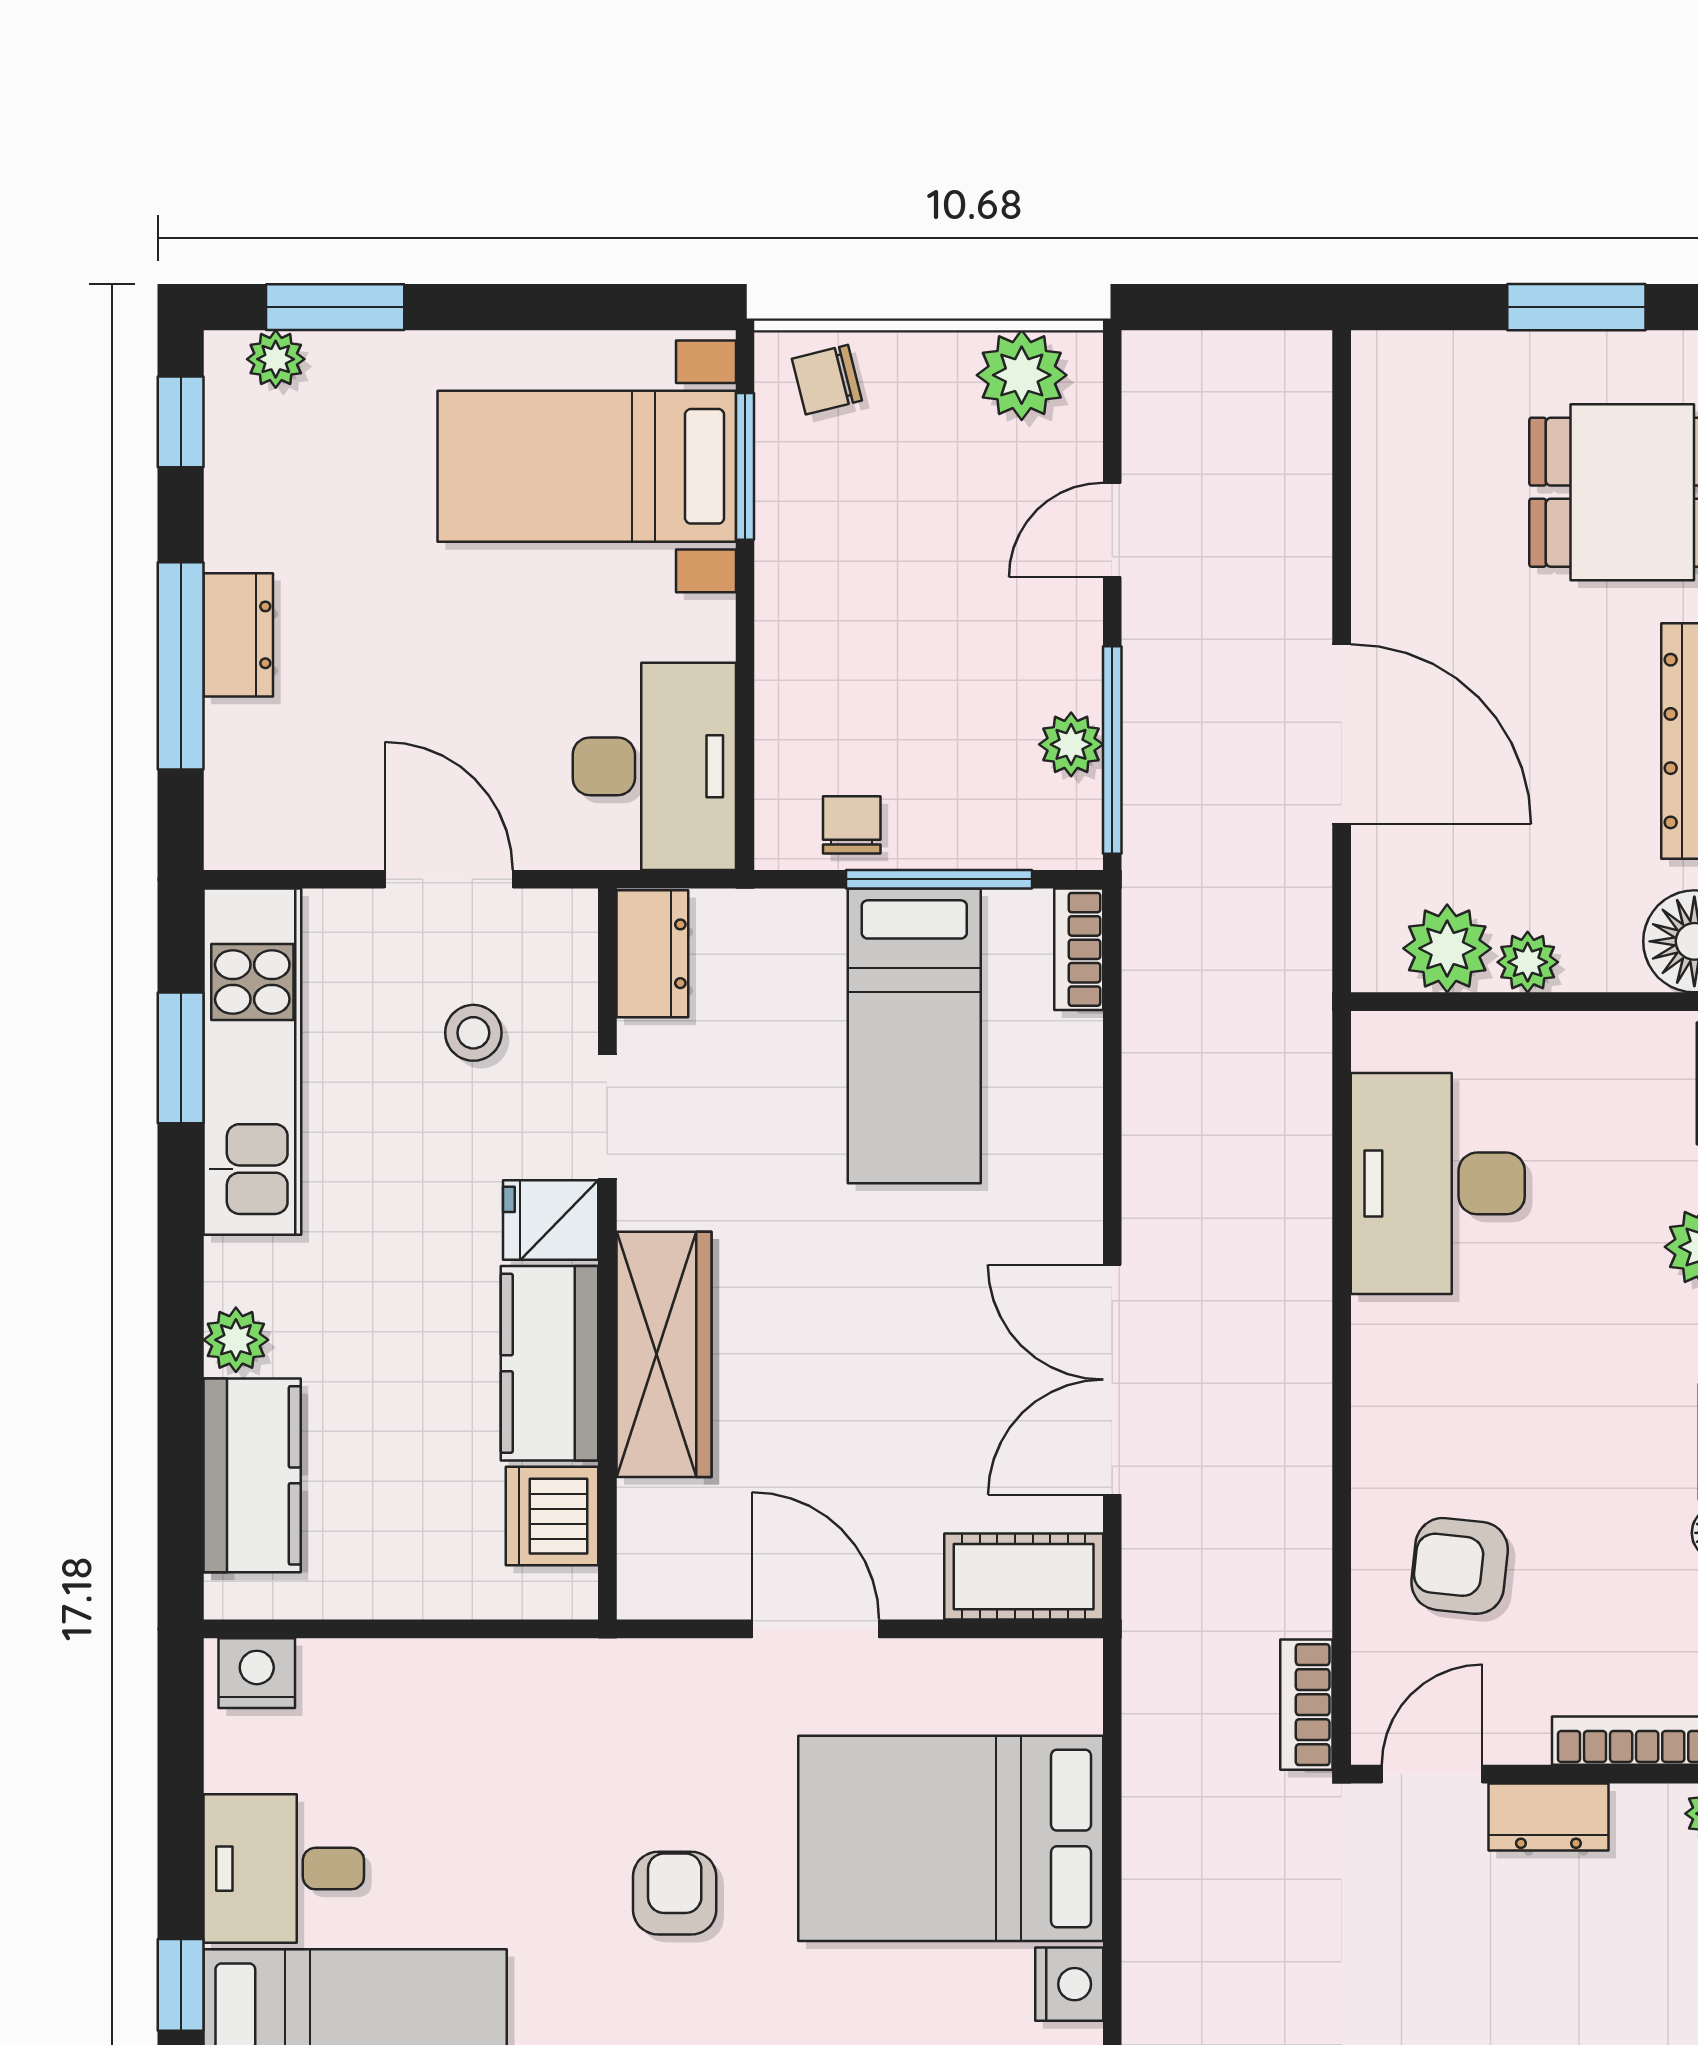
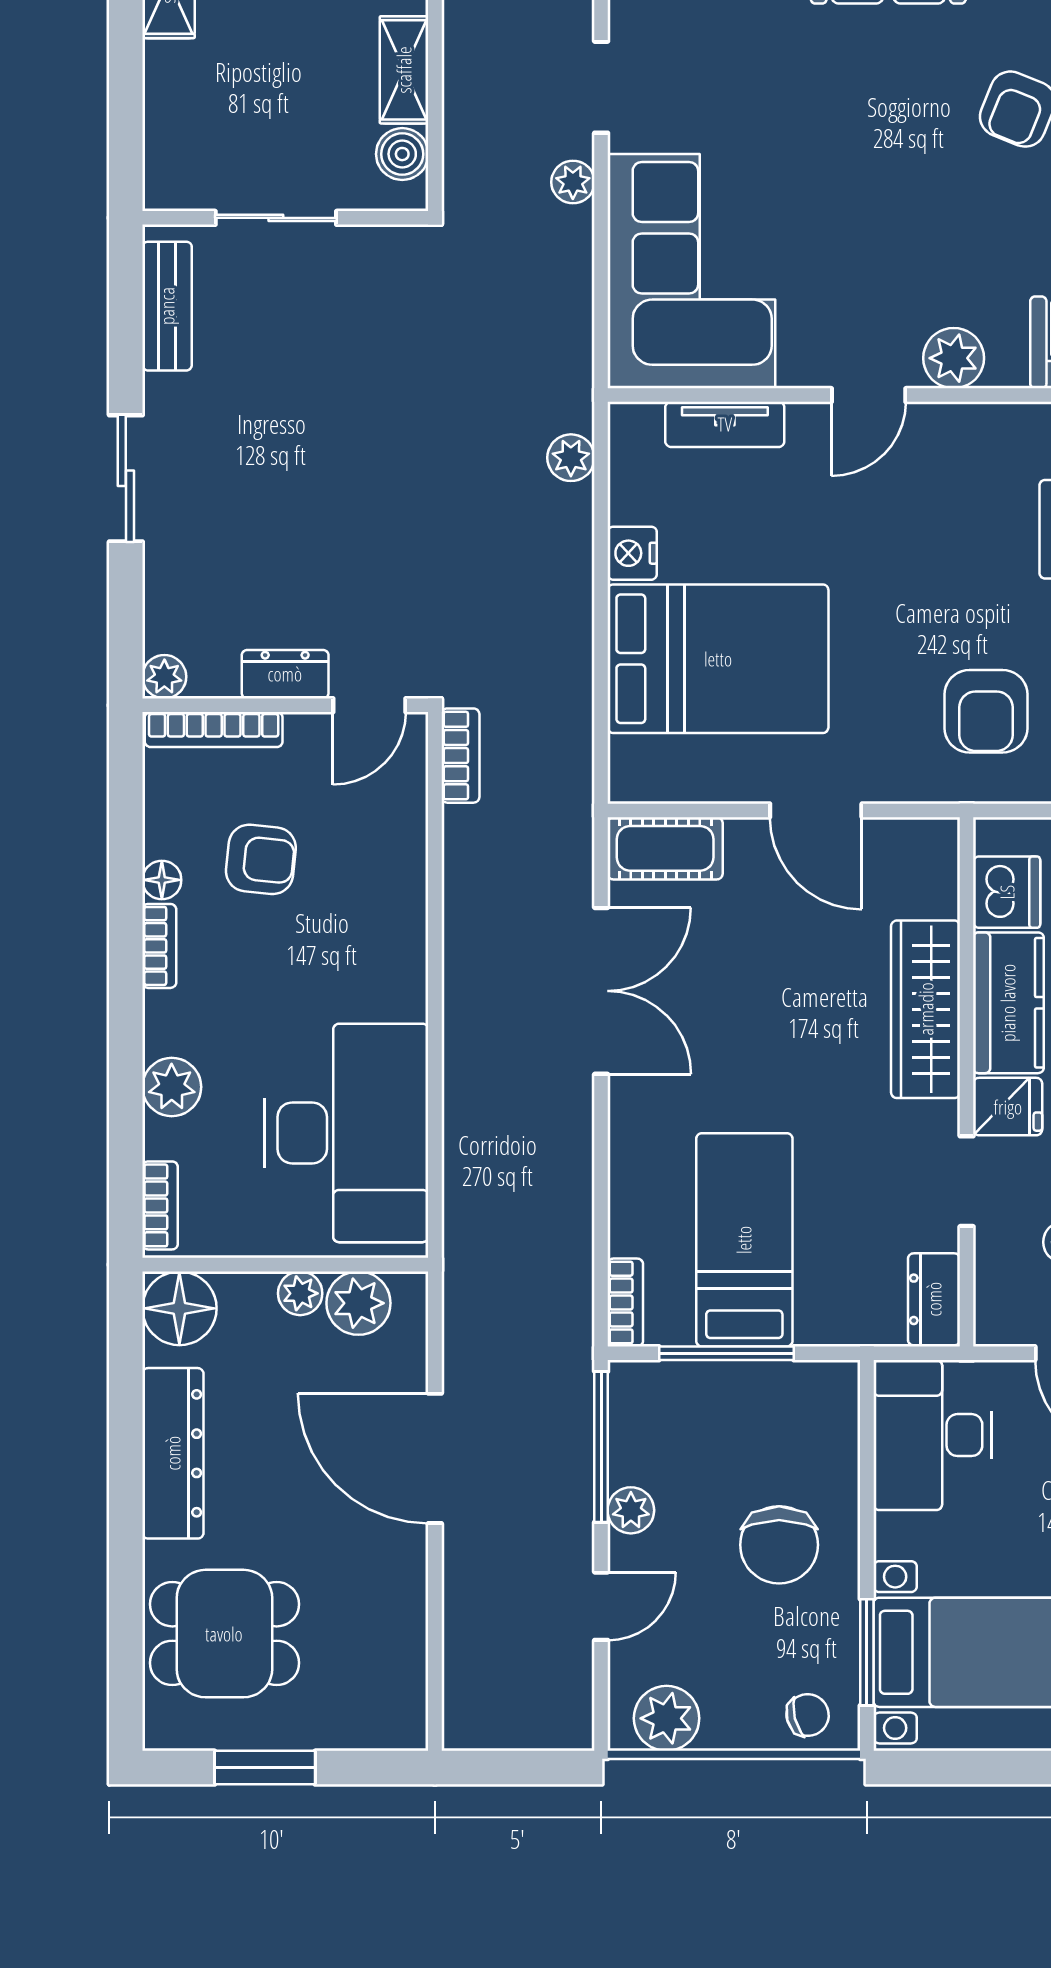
plant: (1071, 744) -> (631, 1510), moved
chair: (852, 825) -> (779, 1545), moved, width x1.87, depth x1.87
desk: (1438, 1183) -> (346, 1133), width x1.36, depth x1.30
armchair: (1460, 1566) -> (261, 859), moved
armchair: (675, 1893) -> (986, 711), moved, width x1.38, depth x1.38

